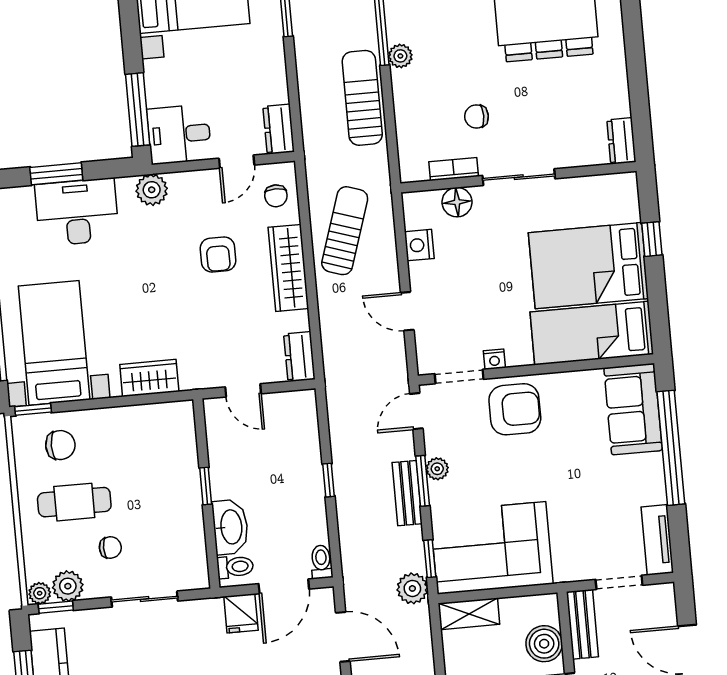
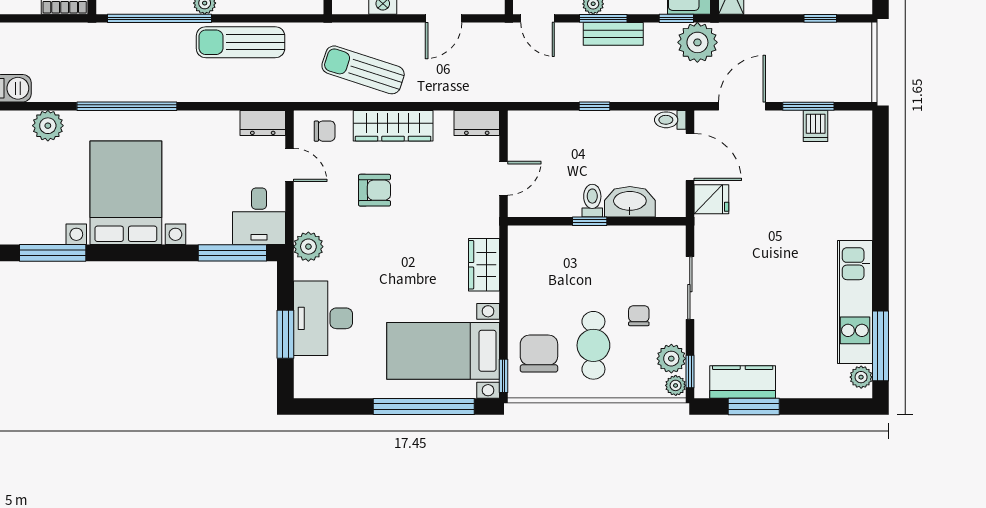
chair: (60, 445) -> (539, 354), width x1.37, depth x1.37
toilet: (235, 567) -> (592, 201), moved
plant: (412, 588) -> (697, 42), width x1.36, depth x1.36

